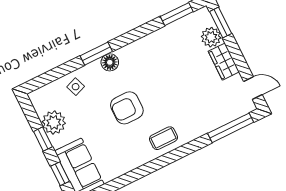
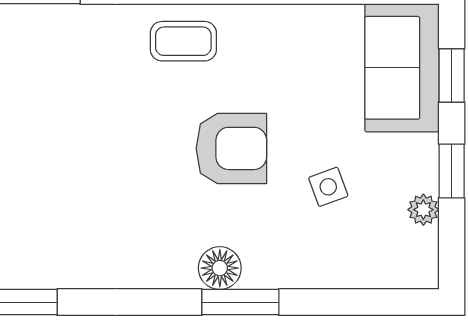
side table: (76, 87) -> (328, 187), moved
plant: (54, 122) -> (423, 210), width x0.53, depth x0.53

